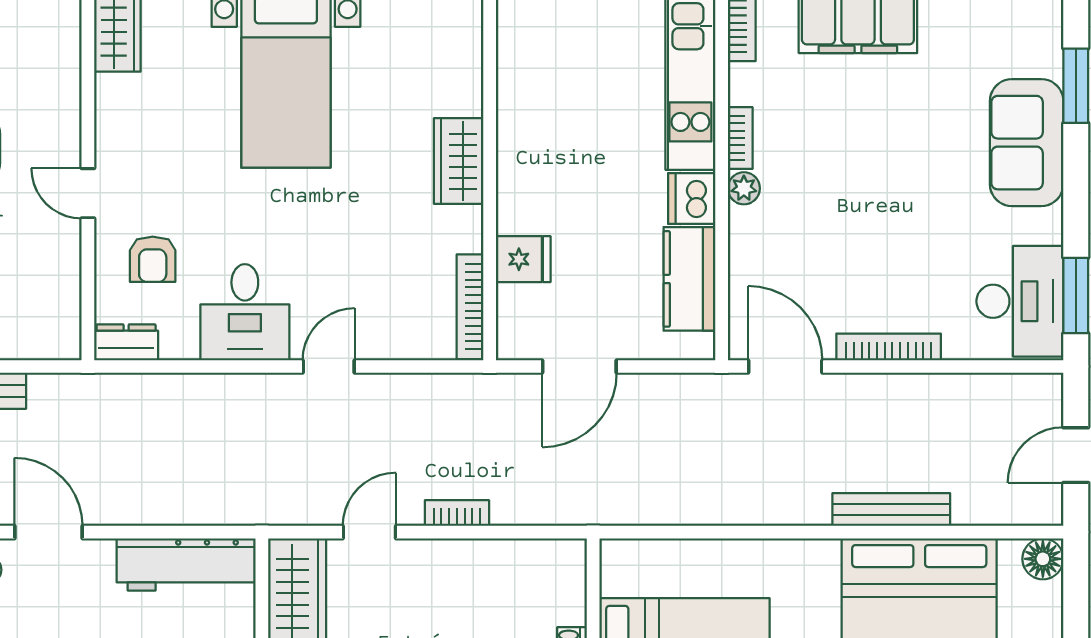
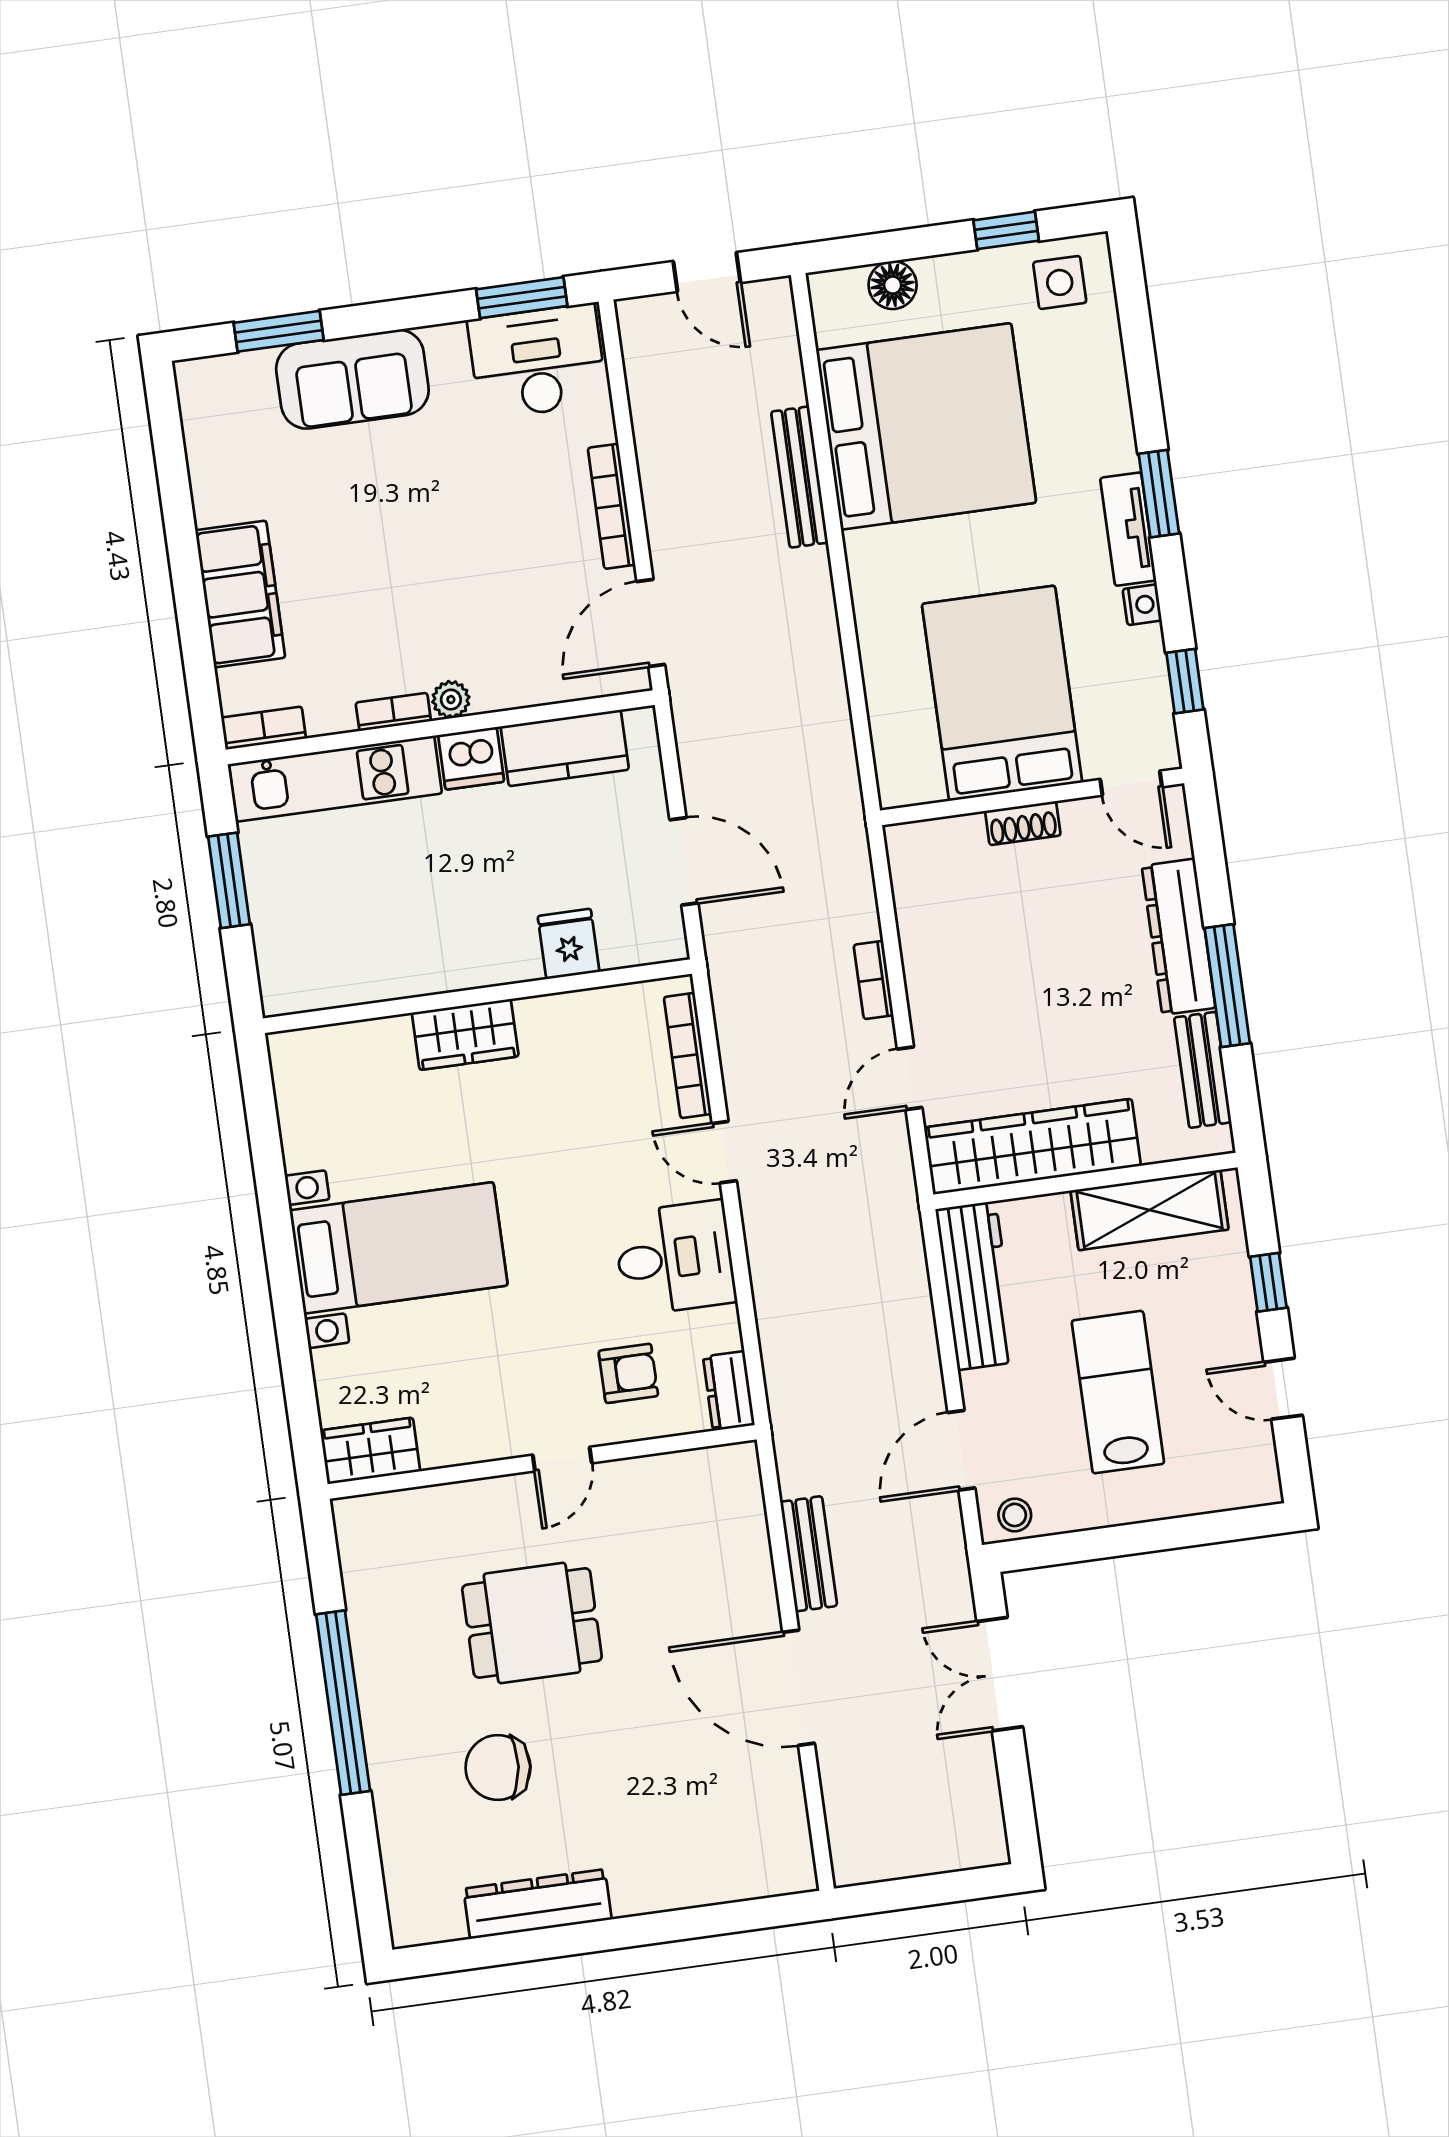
bookcase: (470, 307) -> (688, 1056), moved, turned 90
door: (369, 532) -> (910, 1078), hinge flipped
floor lamp: (1043, 559) -> (893, 285), moved

